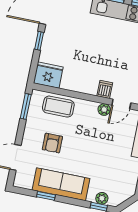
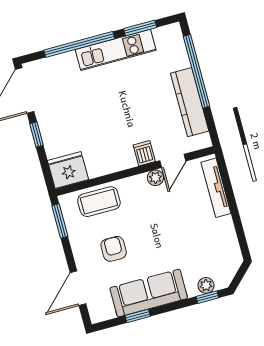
armchair: (52, 143) -> (114, 249), turned 180

